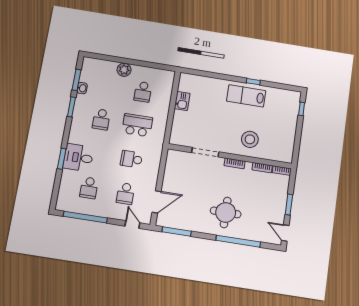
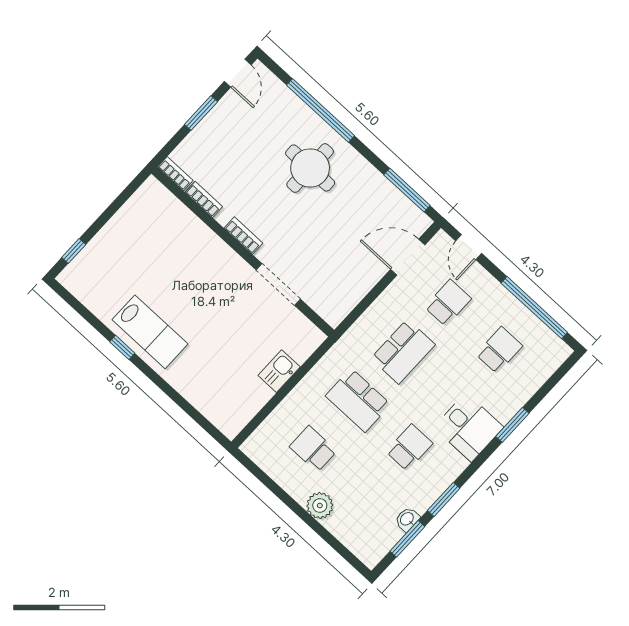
school desk: (143, 92) -> (313, 449), turned -90
kitchen sink: (182, 101) -> (279, 371), moved
stool: (250, 139) -> (192, 257), removed
desk: (78, 158) -> (469, 427), moved
school desk: (131, 159) -> (403, 351), width x1.85

